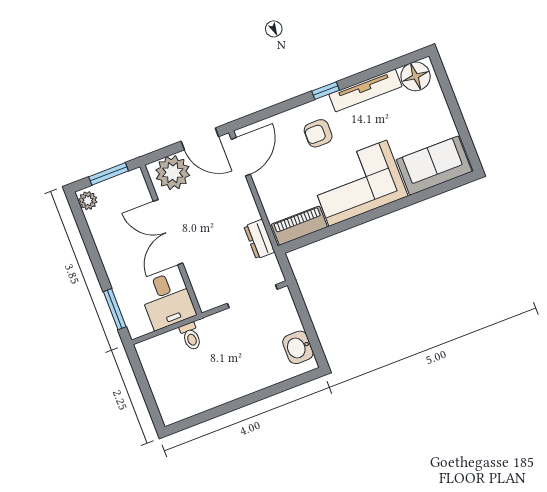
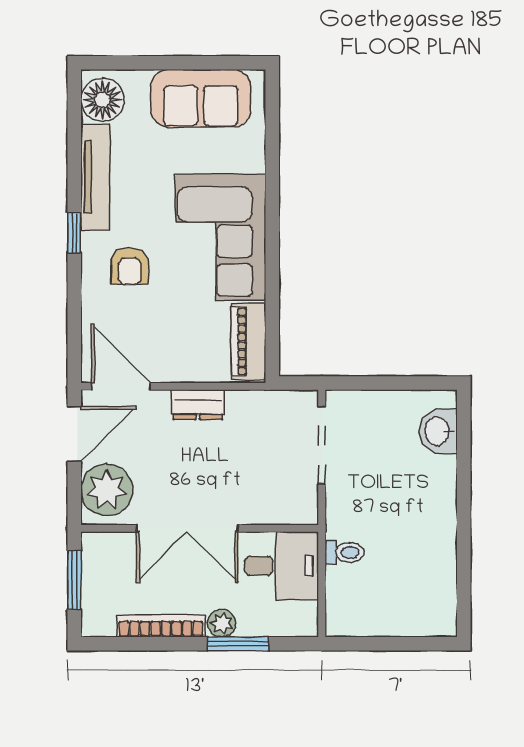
sofa: (434, 166) -> (201, 98), moved, turned -90
plant: (88, 201) -> (222, 623), moved
bookcase: (101, 239) -> (161, 626), added
dresser: (259, 239) -> (198, 405), moved
window: (115, 309) -> (238, 644), moved
washbasin: (298, 347) -> (438, 431), moved, turned 90

